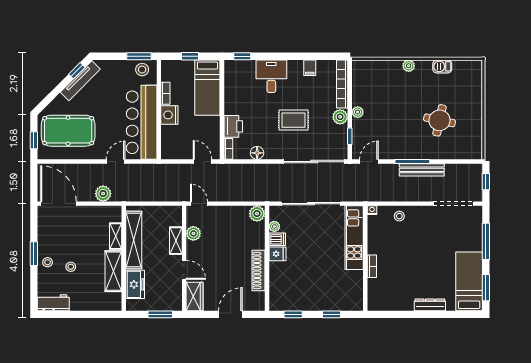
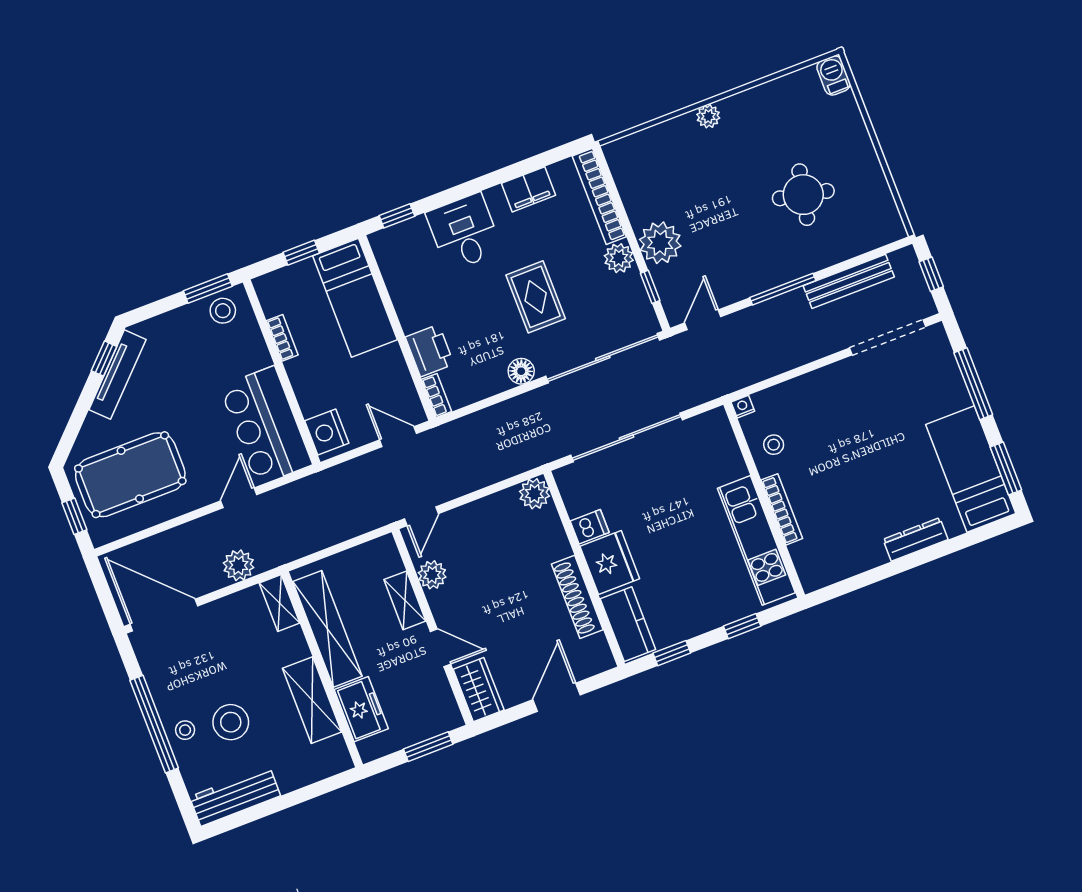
barbecue: (442, 66) -> (834, 75), moved, turned 90
filing cabinet: (310, 68) -> (528, 189), width x2.00
plant: (358, 112) -> (660, 243), width x1.88, depth x1.88
nightstand: (169, 115) -> (327, 432), moved
rug: (293, 120) -> (536, 297), turned 90
bar counter: (142, 122) -> (266, 426), width x0.73
floor lamp: (257, 153) -> (521, 371), moved
bench: (422, 170) -> (849, 281), moved
door: (199, 204) -> (421, 516), swing flipped
stool: (399, 216) -> (774, 445), moved
plant: (274, 226) -> (576, 505), removed
shelving: (116, 236) -> (279, 603), moved
kitchen unit: (354, 238) -> (756, 540), moved
window: (34, 254) -> (154, 724), width x2.11
fridge: (277, 254) -> (610, 563), width x1.88, depth x1.34
bookcase: (372, 266) -> (782, 509), width x1.56
stool: (71, 267) -> (231, 722), width x1.89, depth x1.89
kitchen counter: (278, 293) -> (628, 624), added
workbench: (53, 303) -> (235, 796), width x1.38

